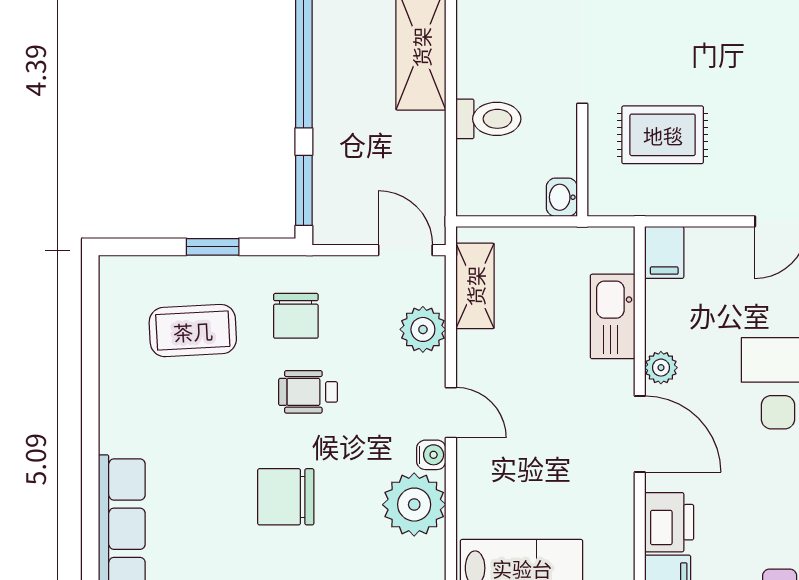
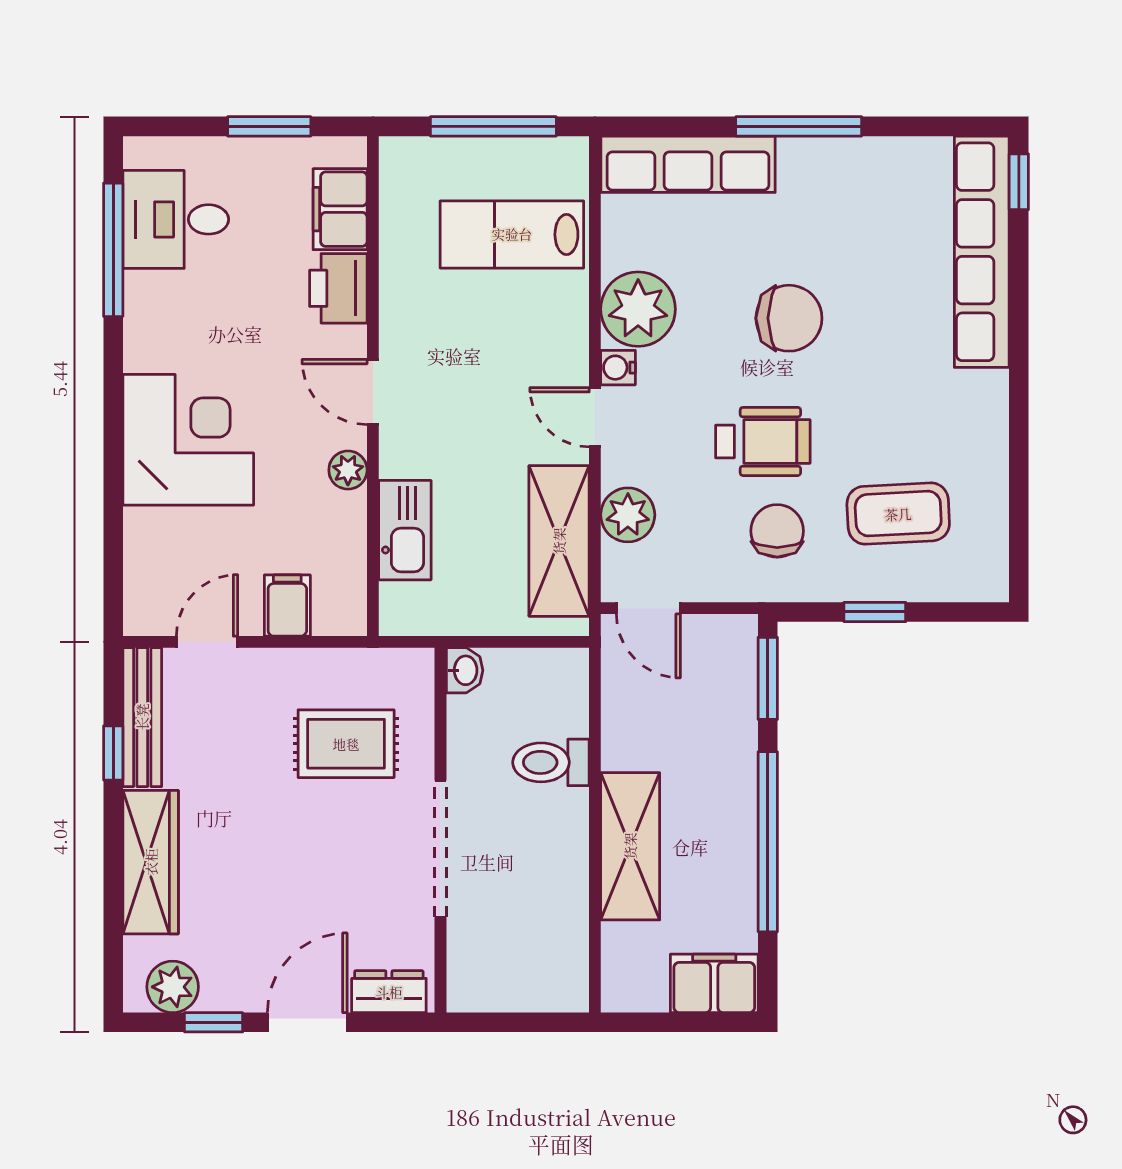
filing cabinet: (664, 252) -> (287, 606), moved
shelving: (475, 286) -> (559, 541), width x1.50, depth x1.33
wheelchair: (308, 392) -> (763, 441), width x1.36, depth x1.37
door: (640, 434) -> (373, 392), width x0.73

